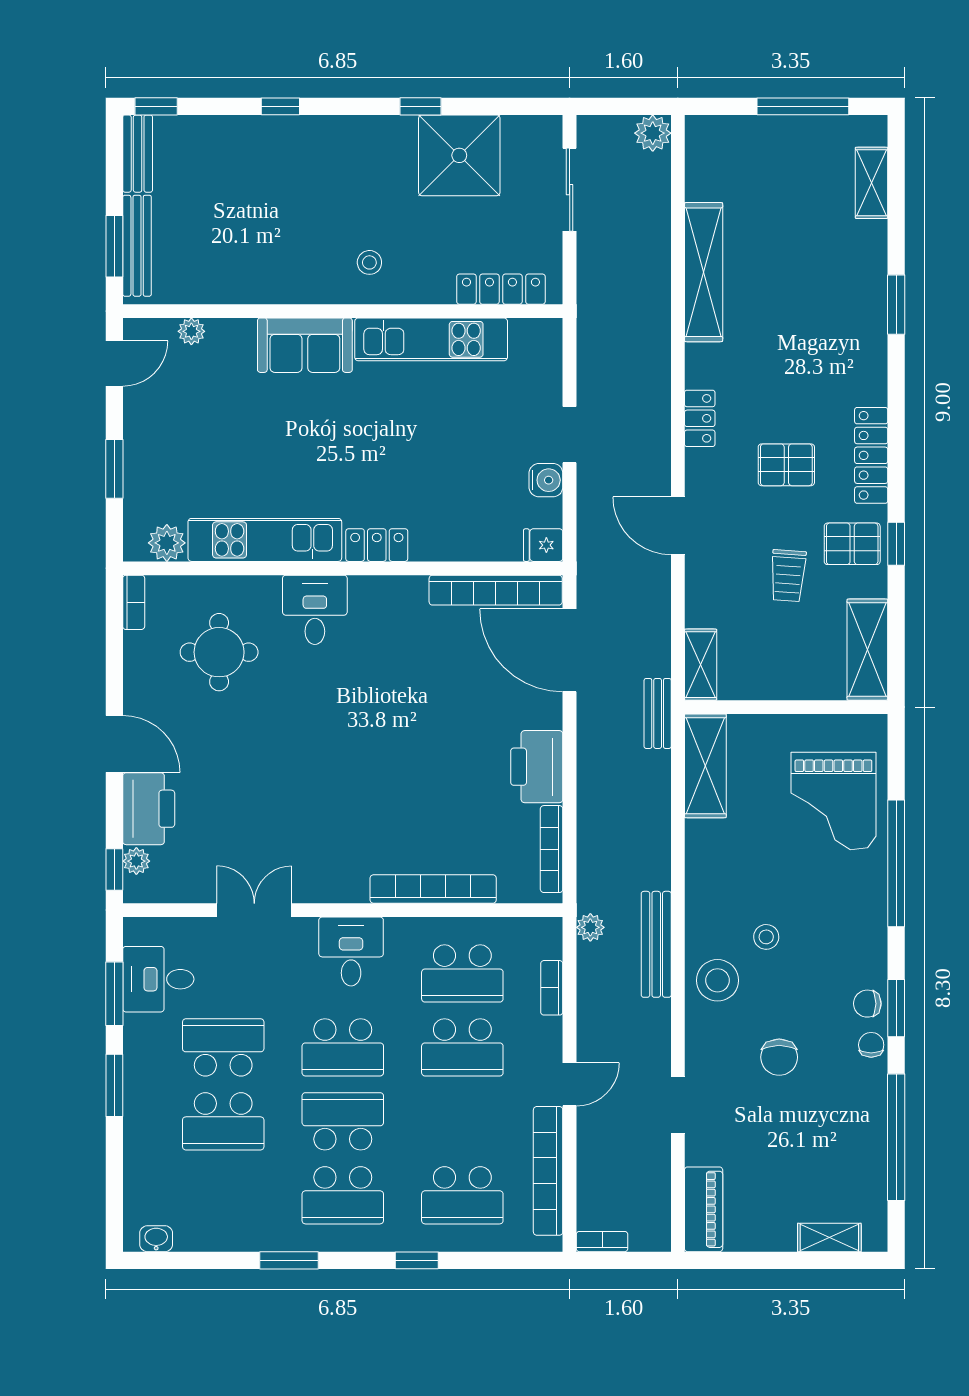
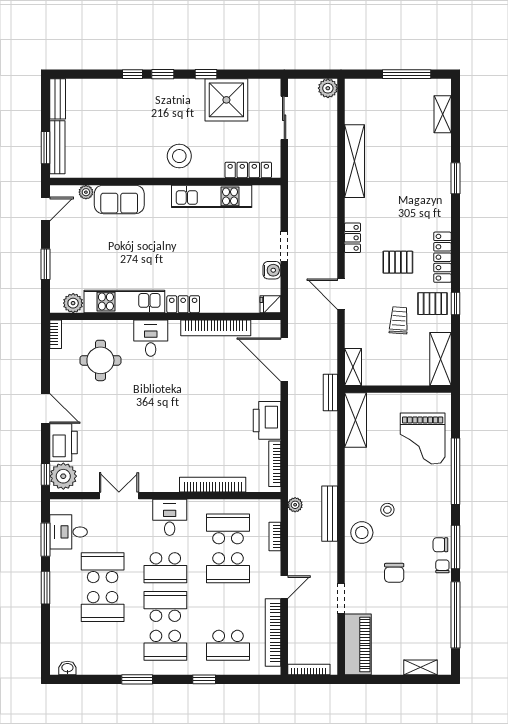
window: (156, 106) -> (163, 74), moved
stool: (369, 262) -> (179, 156), width x1.89, depth x1.89
sofa: (305, 345) -> (119, 199), moved
trolley: (788, 576) -> (399, 320), turned 180
bookcase: (496, 590) -> (216, 328), moved
plant: (136, 861) -> (63, 476), width x1.88, depth x1.88
school desk: (462, 973) -> (228, 529), turned 180
window: (896, 1008) -> (455, 547), width x1.44
piano: (704, 1209) -> (358, 644), width x1.37, depth x1.33
bookcase: (602, 1242) -> (309, 670), width x1.56

